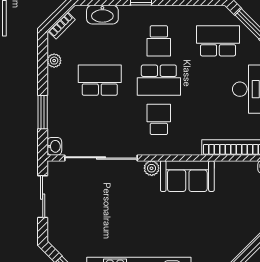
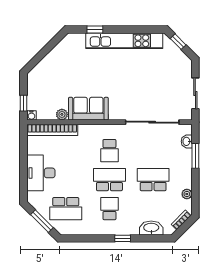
school desk: (100, 80) -> (153, 180), turned 180
washbasin: (54, 146) -> (187, 141), moved
plant: (152, 168) -> (62, 114), moved

